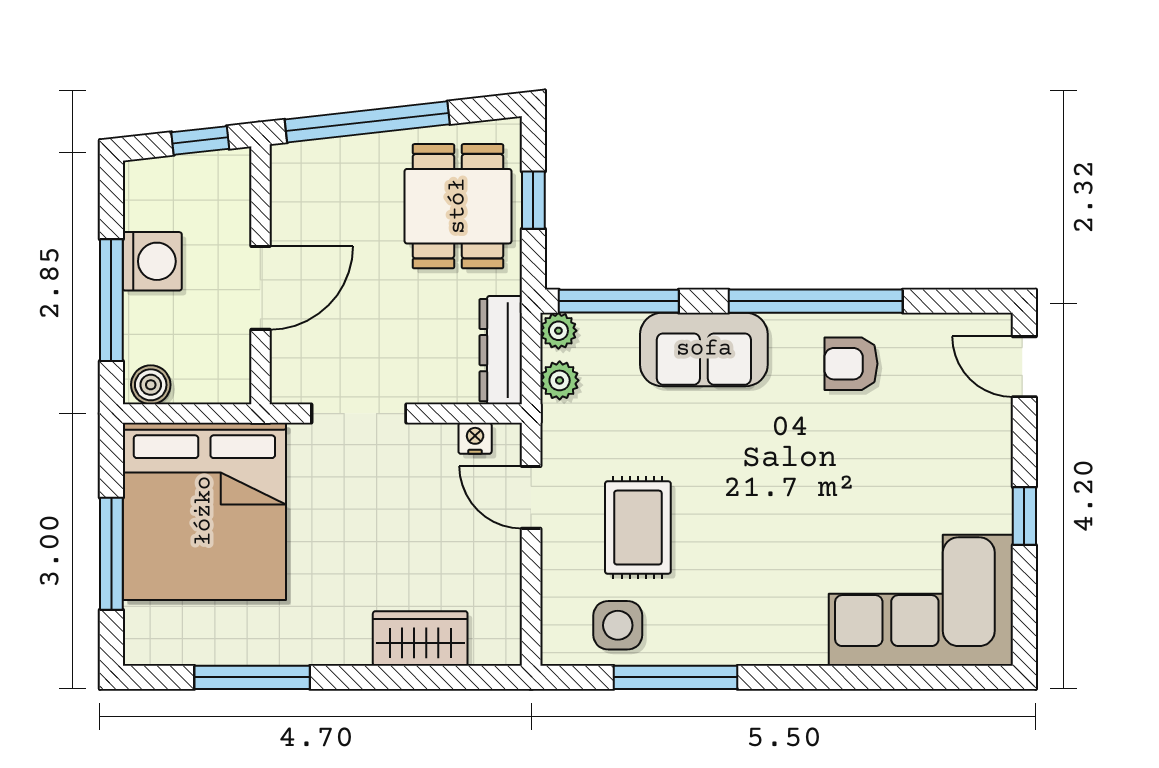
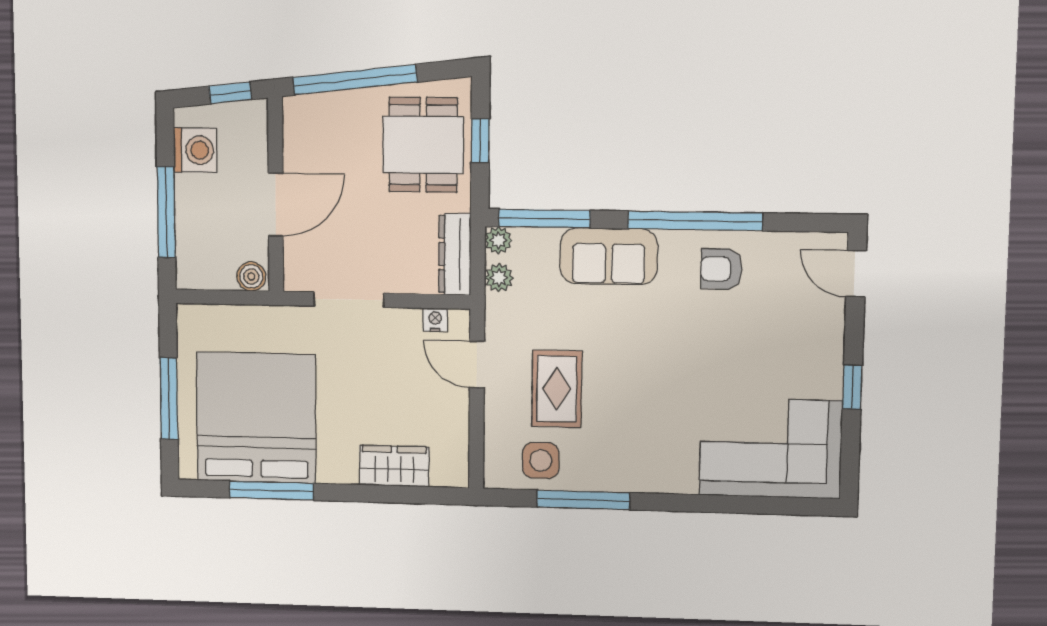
washing machine: (152, 261) -> (195, 150), moved
boiler: (151, 385) -> (251, 276), moved
bed: (204, 511) -> (256, 418), moved, turned 180

